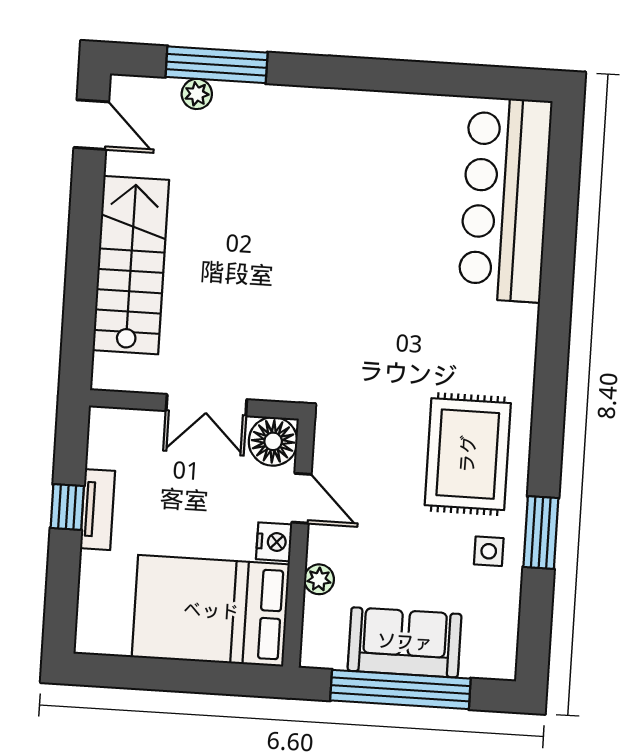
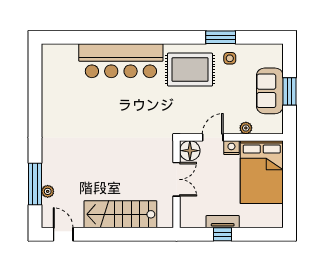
door: (91, 125) -> (63, 234), hinge flipped
bar counter: (505, 199) -> (121, 61), moved
window: (400, 689) -> (289, 91), width x0.47

